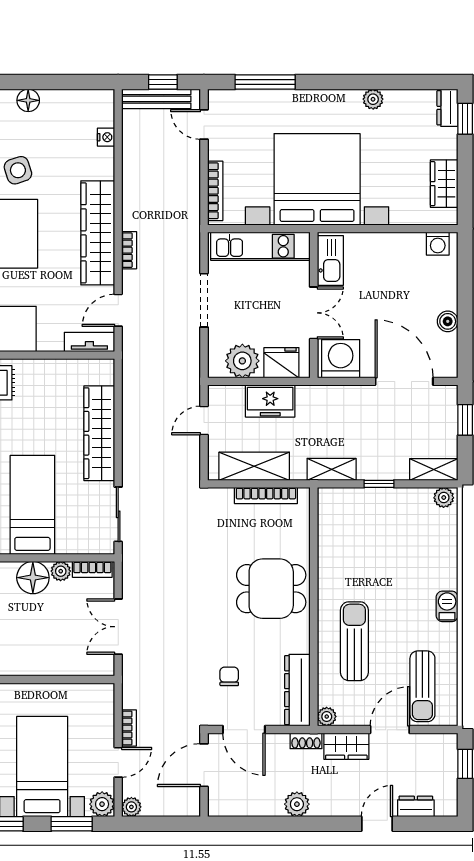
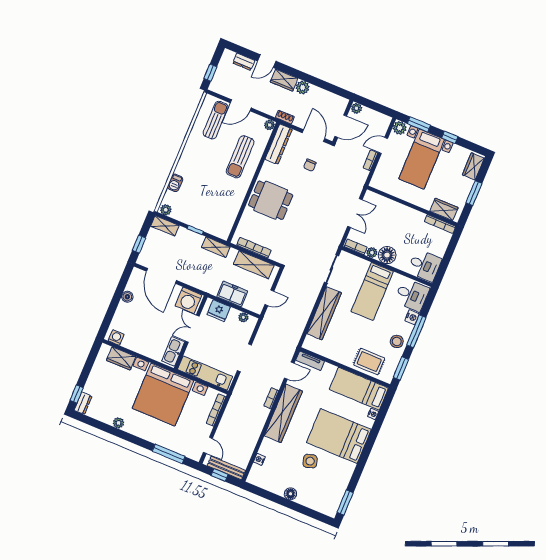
wardrobe: (444, 184) -> (121, 358), moved, turned 90
plant: (242, 361) -> (243, 317), width x0.53, depth x0.53
barbecue: (447, 606) -> (175, 183), moved
wardrobe: (346, 746) -> (284, 80), moved, turned 180
plant: (131, 807) -> (356, 108), moved

